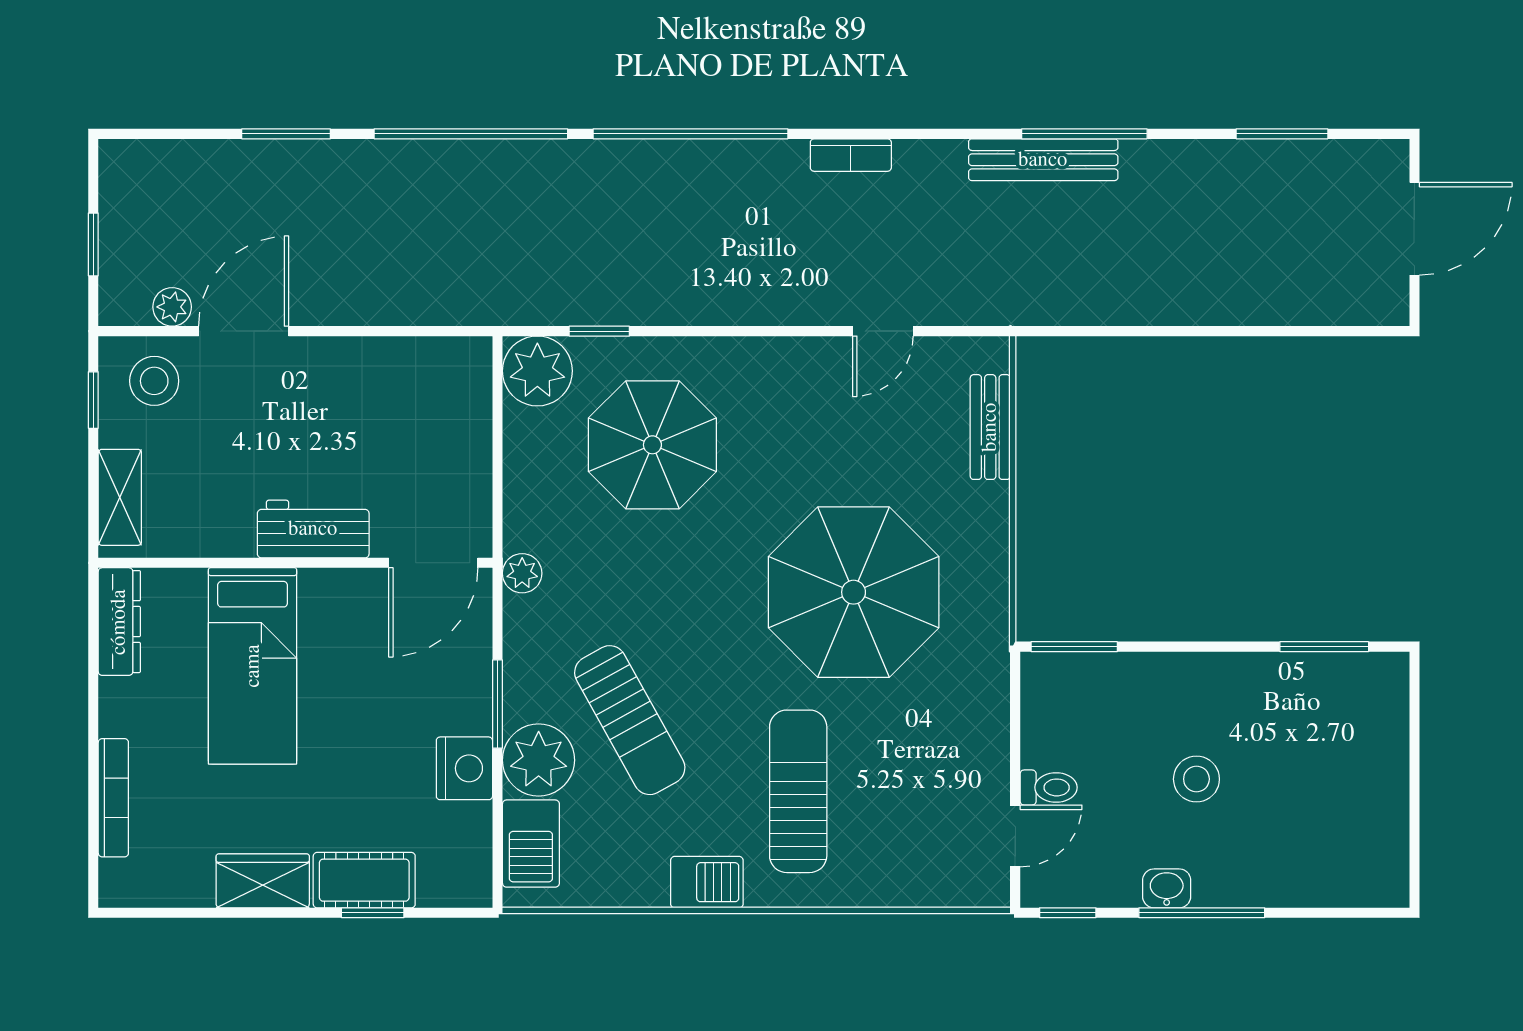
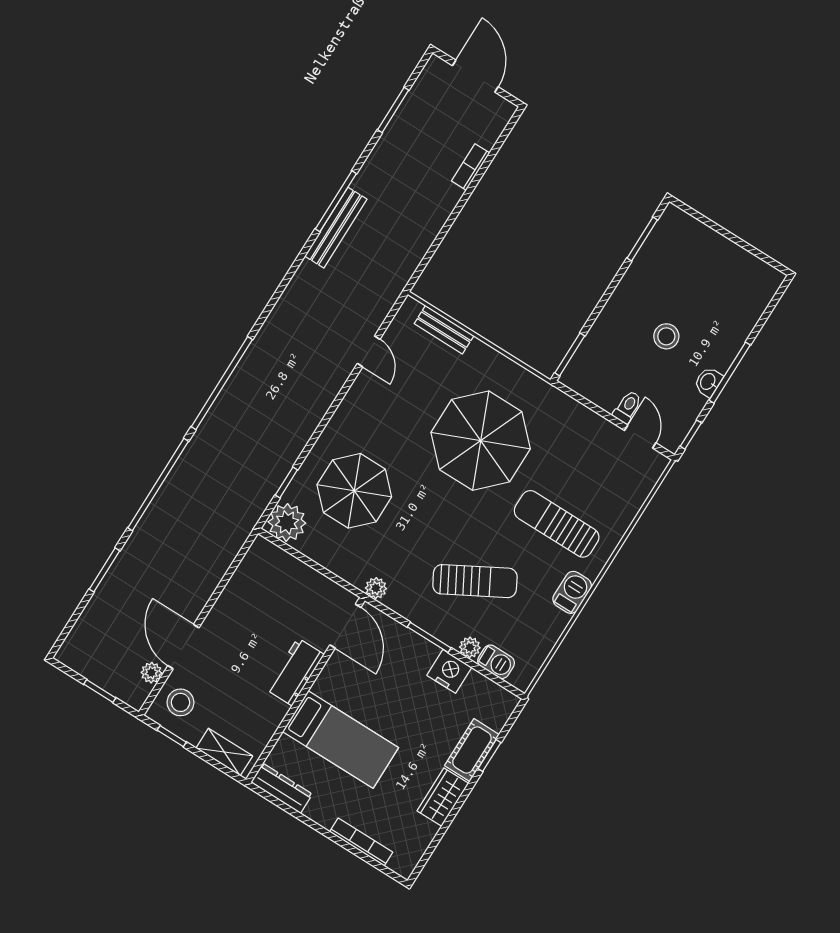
bookcase: (851, 155) -> (471, 167), moved, turned 180
plant: (539, 760) -> (470, 647), width x0.53, depth x0.53
barbecue: (531, 844) -> (496, 662), width x0.73, depth x0.79

